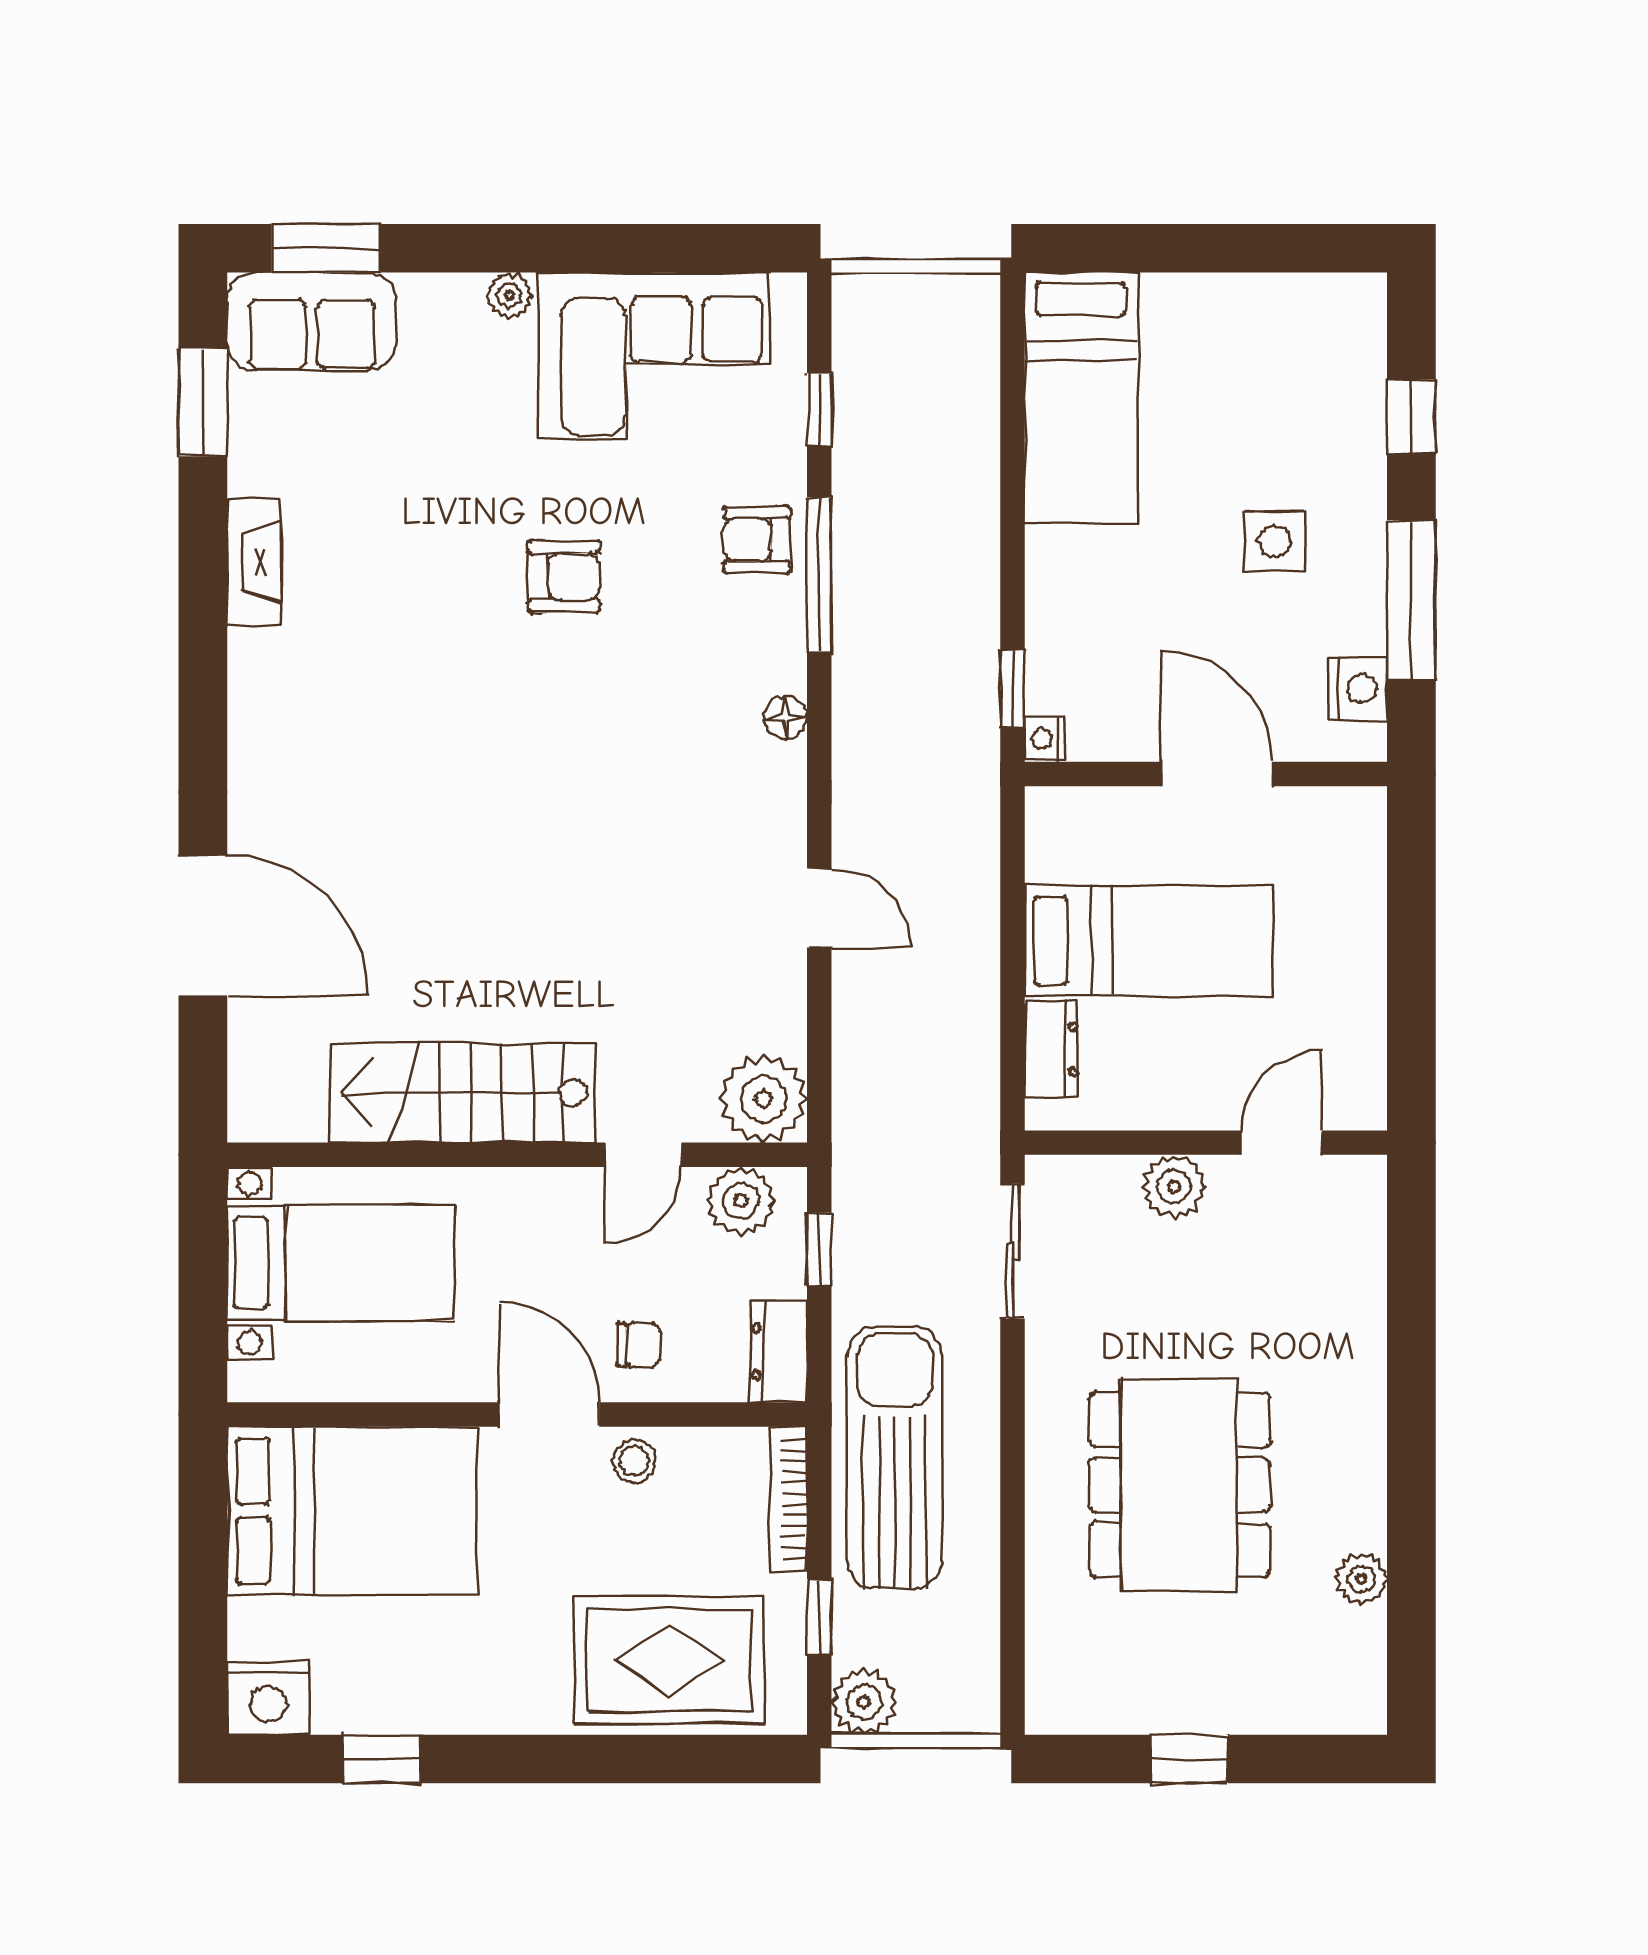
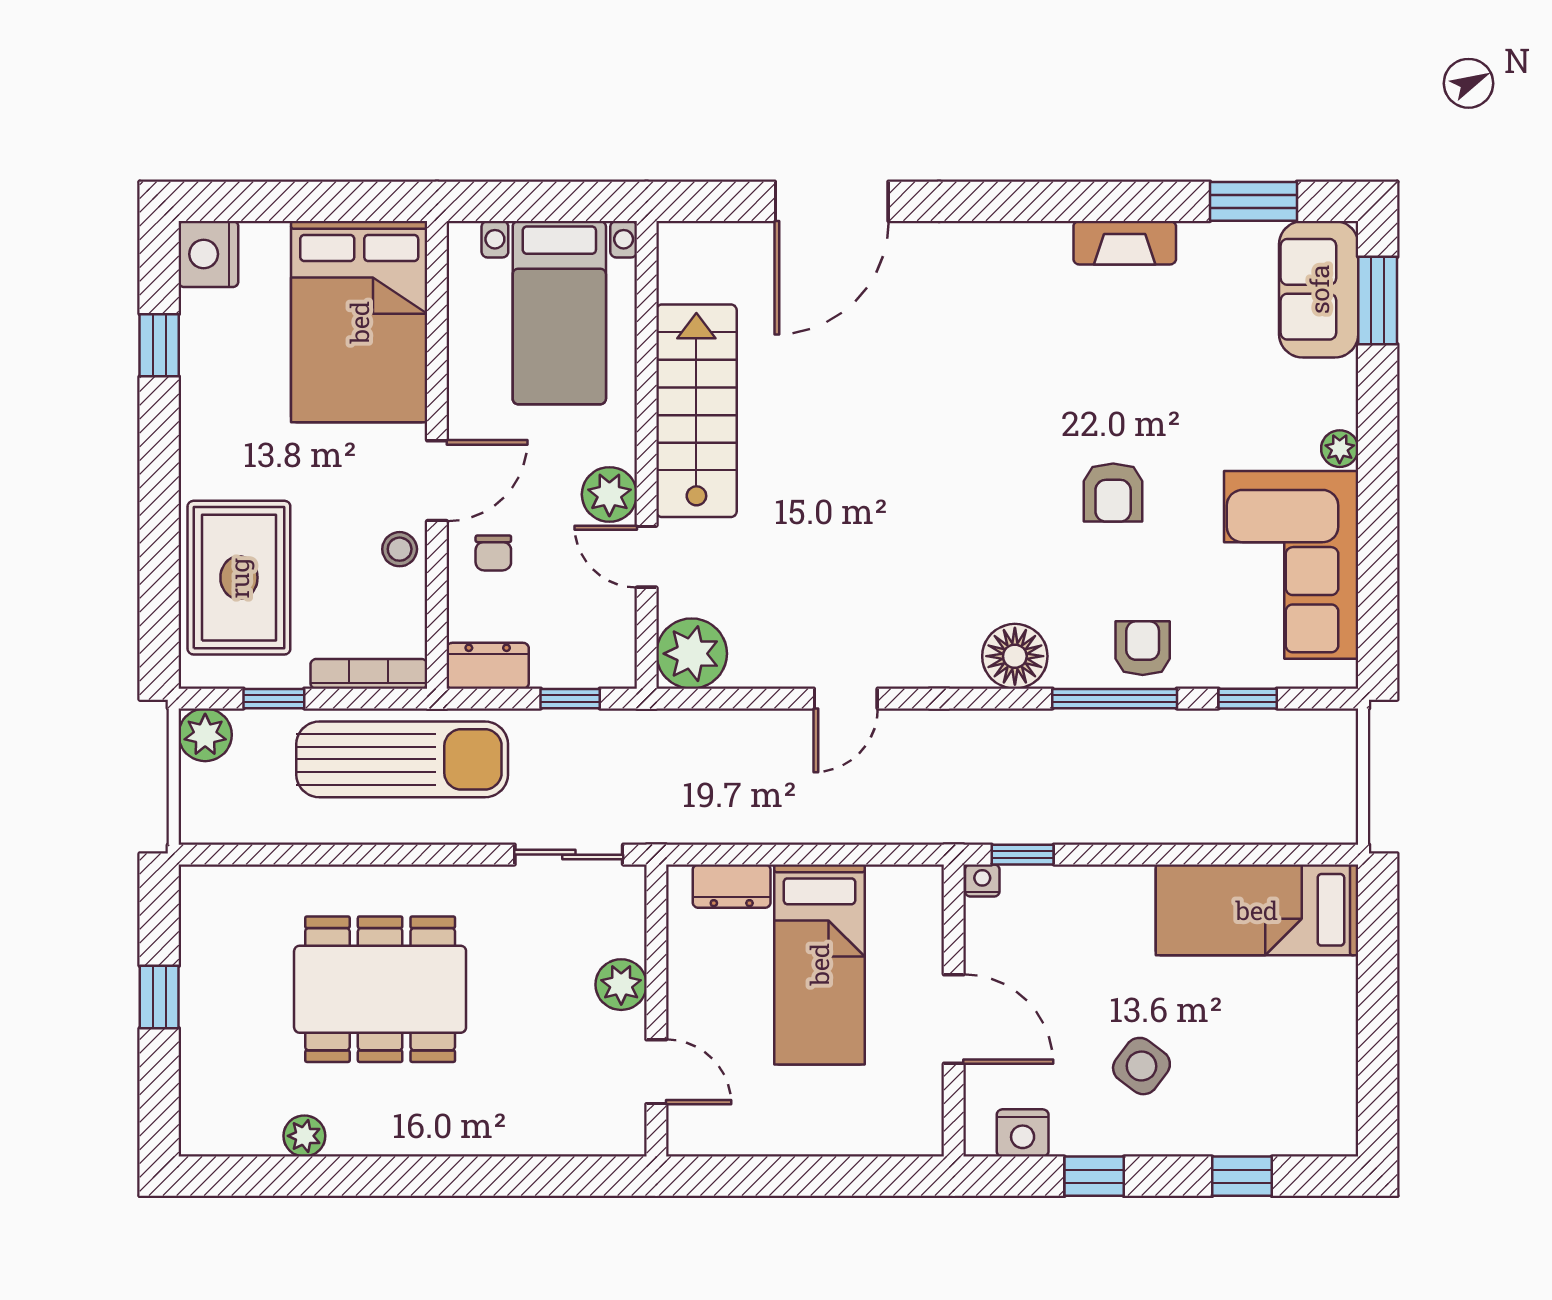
side table: (1275, 541) -> (1141, 1066), turned 37
window: (1411, 600) -> (1094, 1176), width x0.46
floor lamp: (786, 717) -> (1015, 656), width x1.89, depth x1.89
door: (1216, 774) -> (954, 1019), hinge flipped
plant: (741, 1201) -> (609, 494), moved

